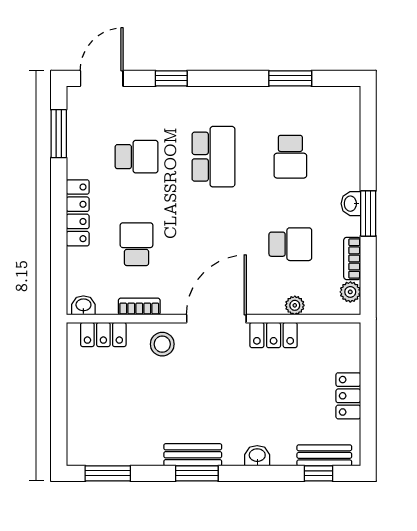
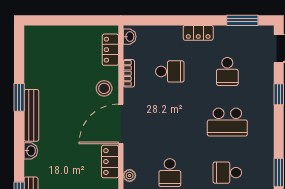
locker: (78, 213) -> (198, 33), width x0.66
door: (216, 319) -> (121, 124), swing flipped
bench: (193, 455) -> (31, 115), width x1.36
window: (108, 473) -> (19, 53), removed
window: (197, 473) -> (19, 97), moved

